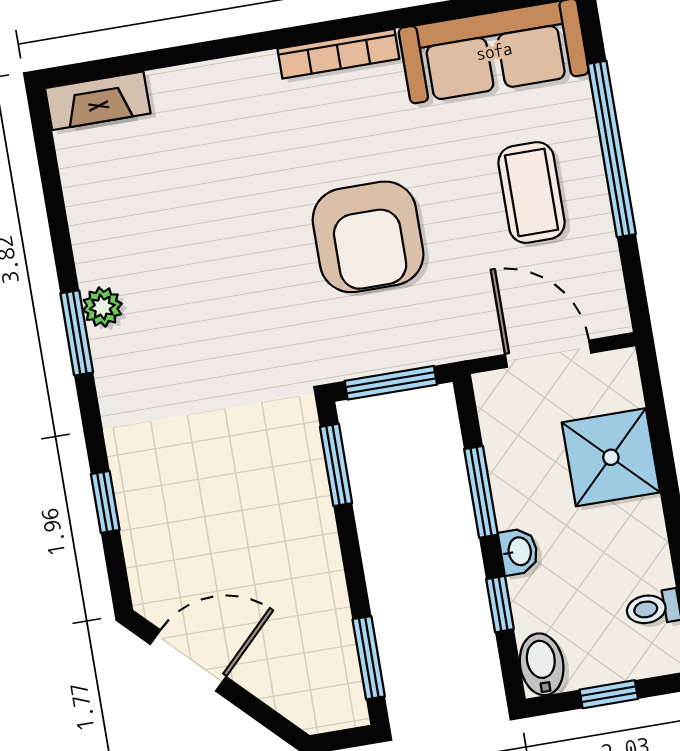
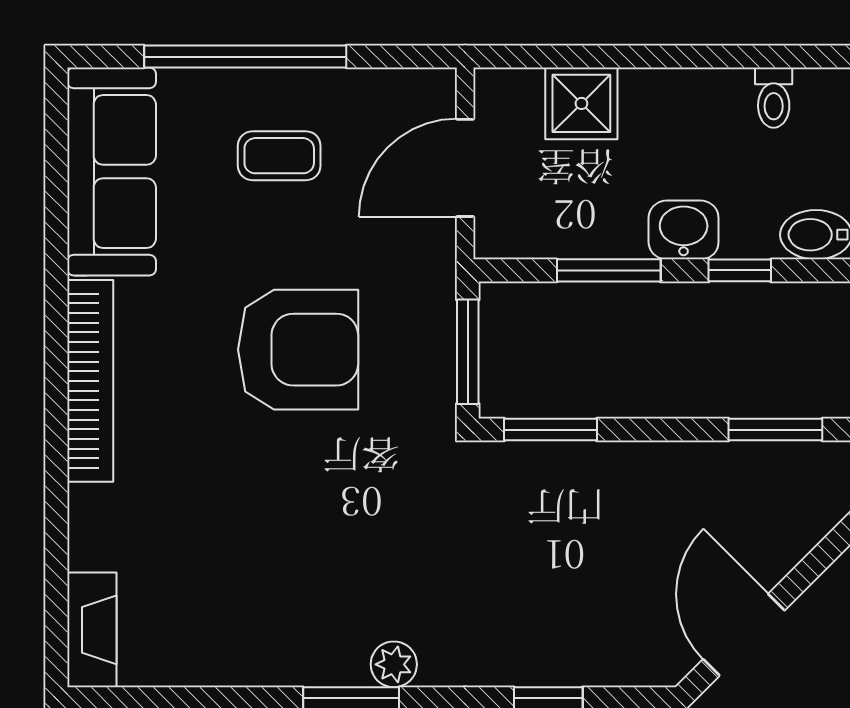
bookcase: (338, 54) -> (90, 381), width x1.48, depth x1.31
coffee table: (532, 193) -> (279, 156), width x0.73, depth x0.77
plant: (102, 307) -> (394, 664), moved
shower: (611, 457) -> (581, 103), width x0.73, depth x0.73
washbasin: (519, 551) -> (684, 230), width x1.38, depth x1.45

